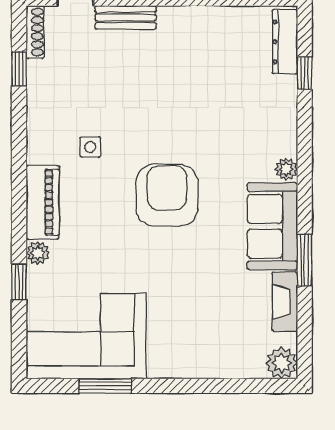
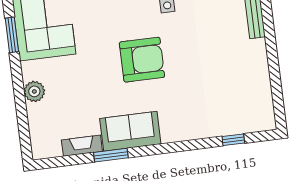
dresser: (285, 42) -> (252, 124), removed
plant: (286, 169) -> (169, 136), removed
plant: (282, 363) -> (34, 91), moved

